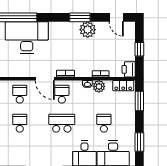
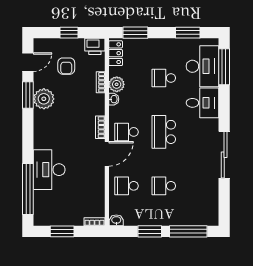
window: (80, 17) -> (28, 95), moved
desk: (27, 38) -> (49, 170), width x0.73, depth x0.77
armchair: (113, 47) -> (66, 66), added

